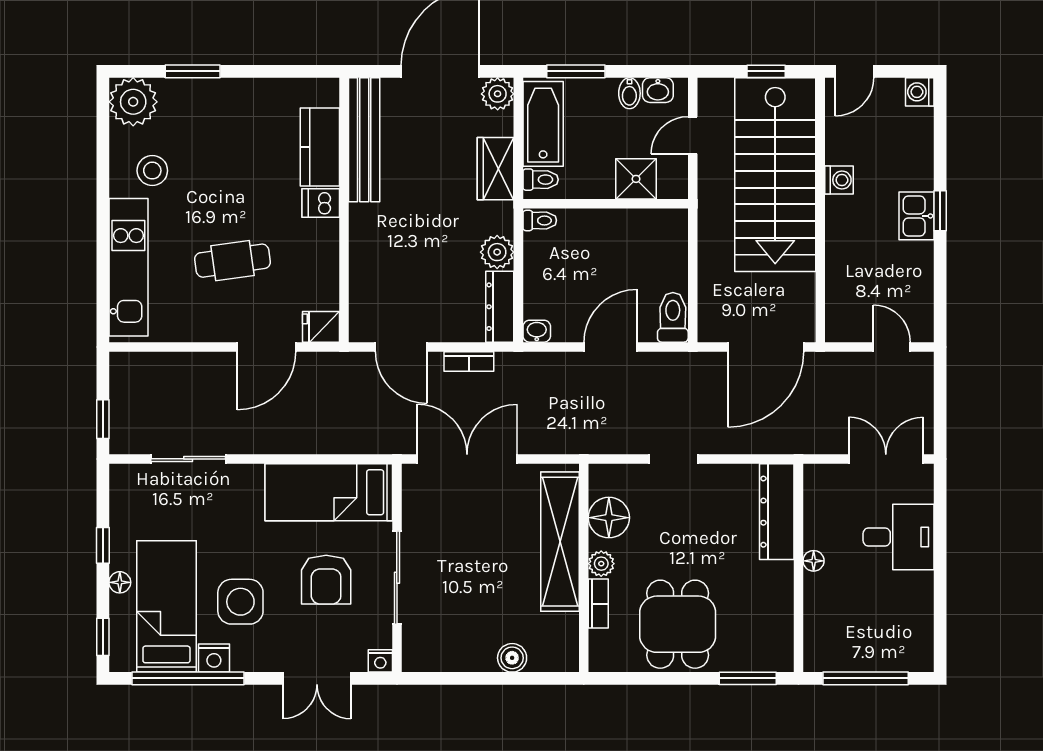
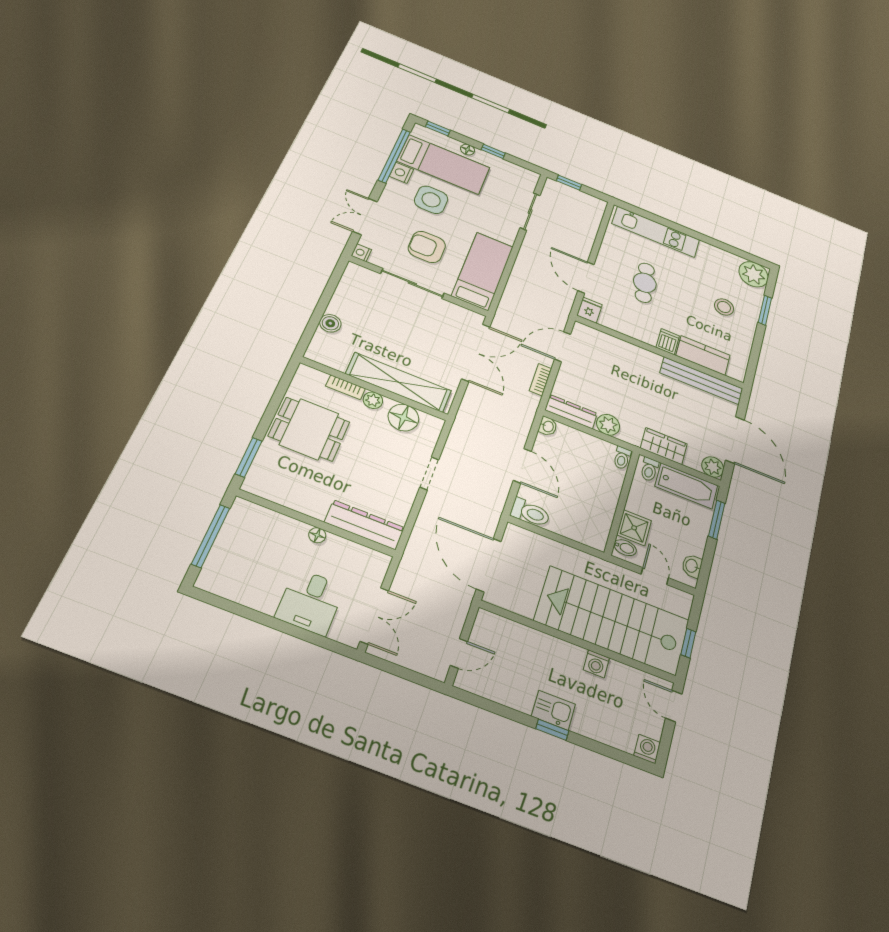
bidet: (629, 93) -> (625, 548), moved, turned 180
stool: (152, 171) -> (724, 307), moved

